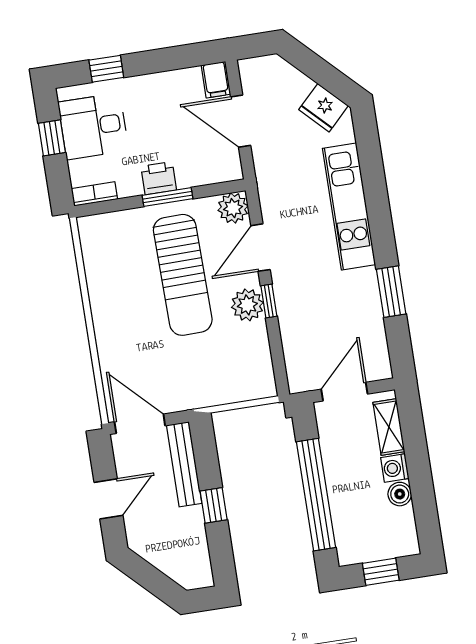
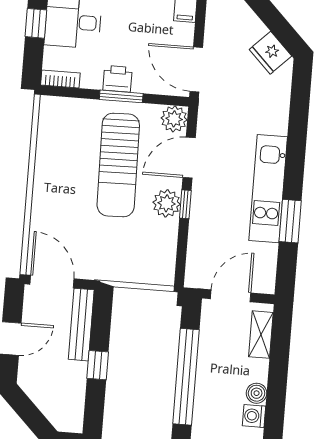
door: (241, 121) -> (196, 70), moved
kitchen unit: (349, 206) -> (268, 189), moved
washing machine: (395, 468) -> (254, 416), moved

